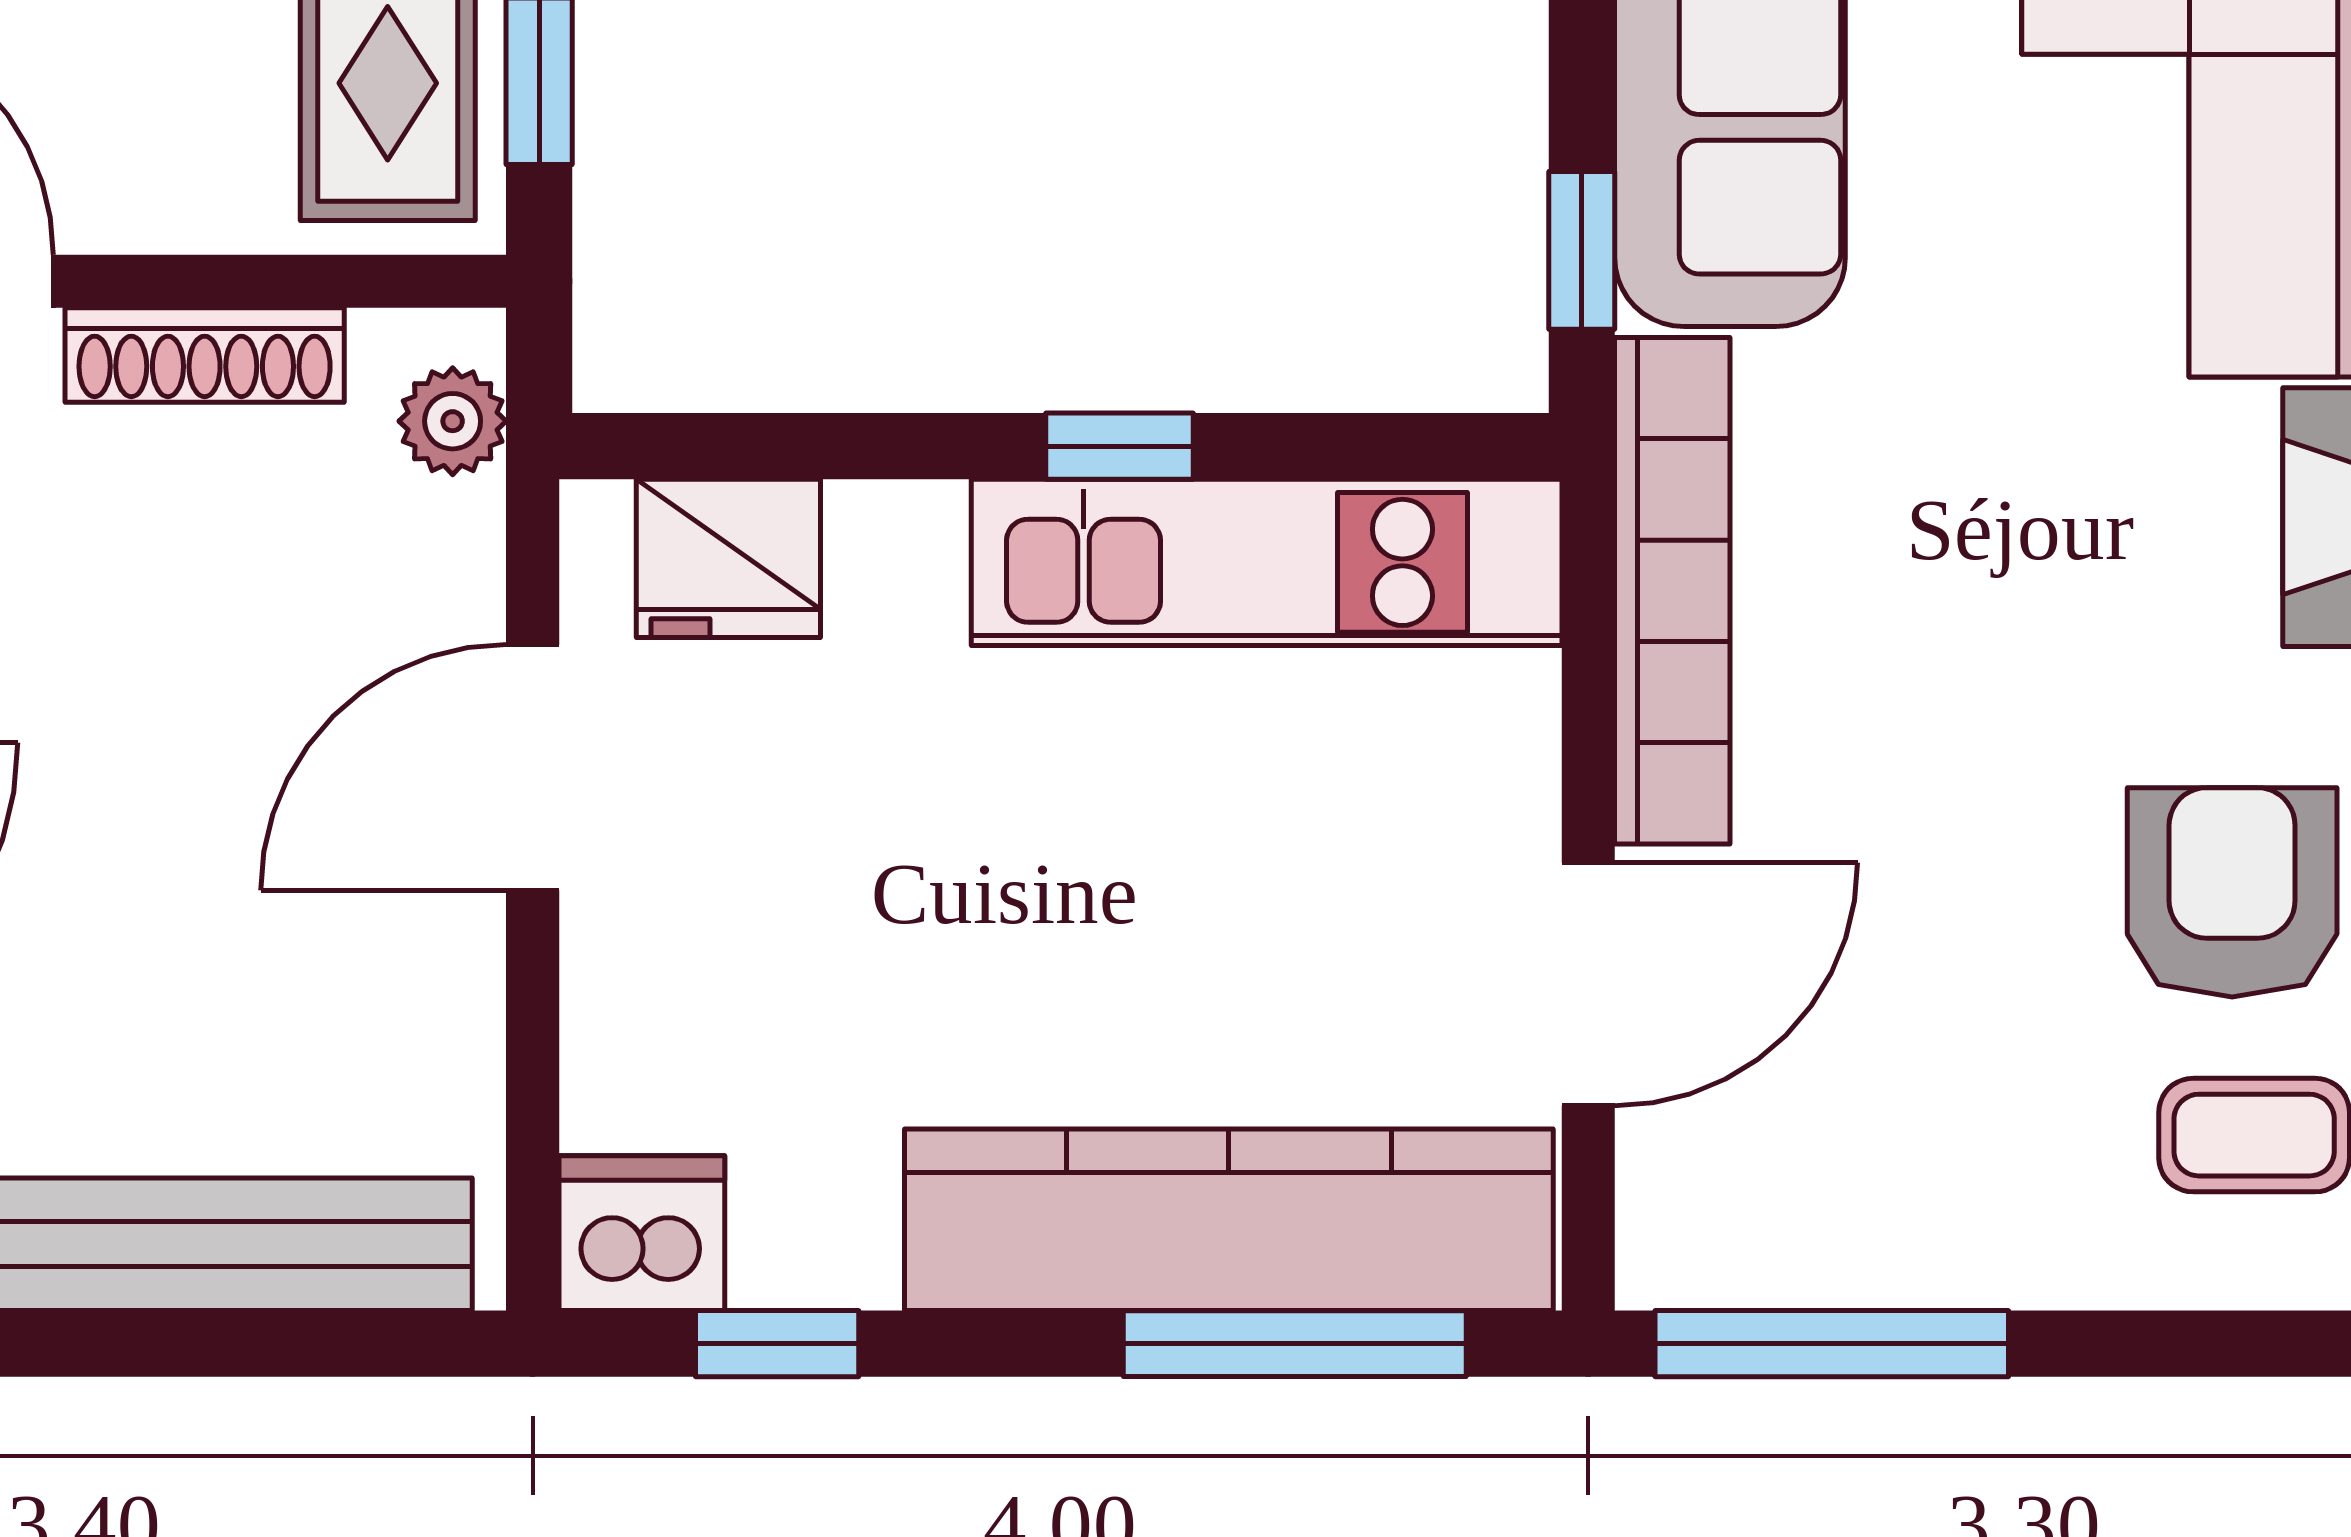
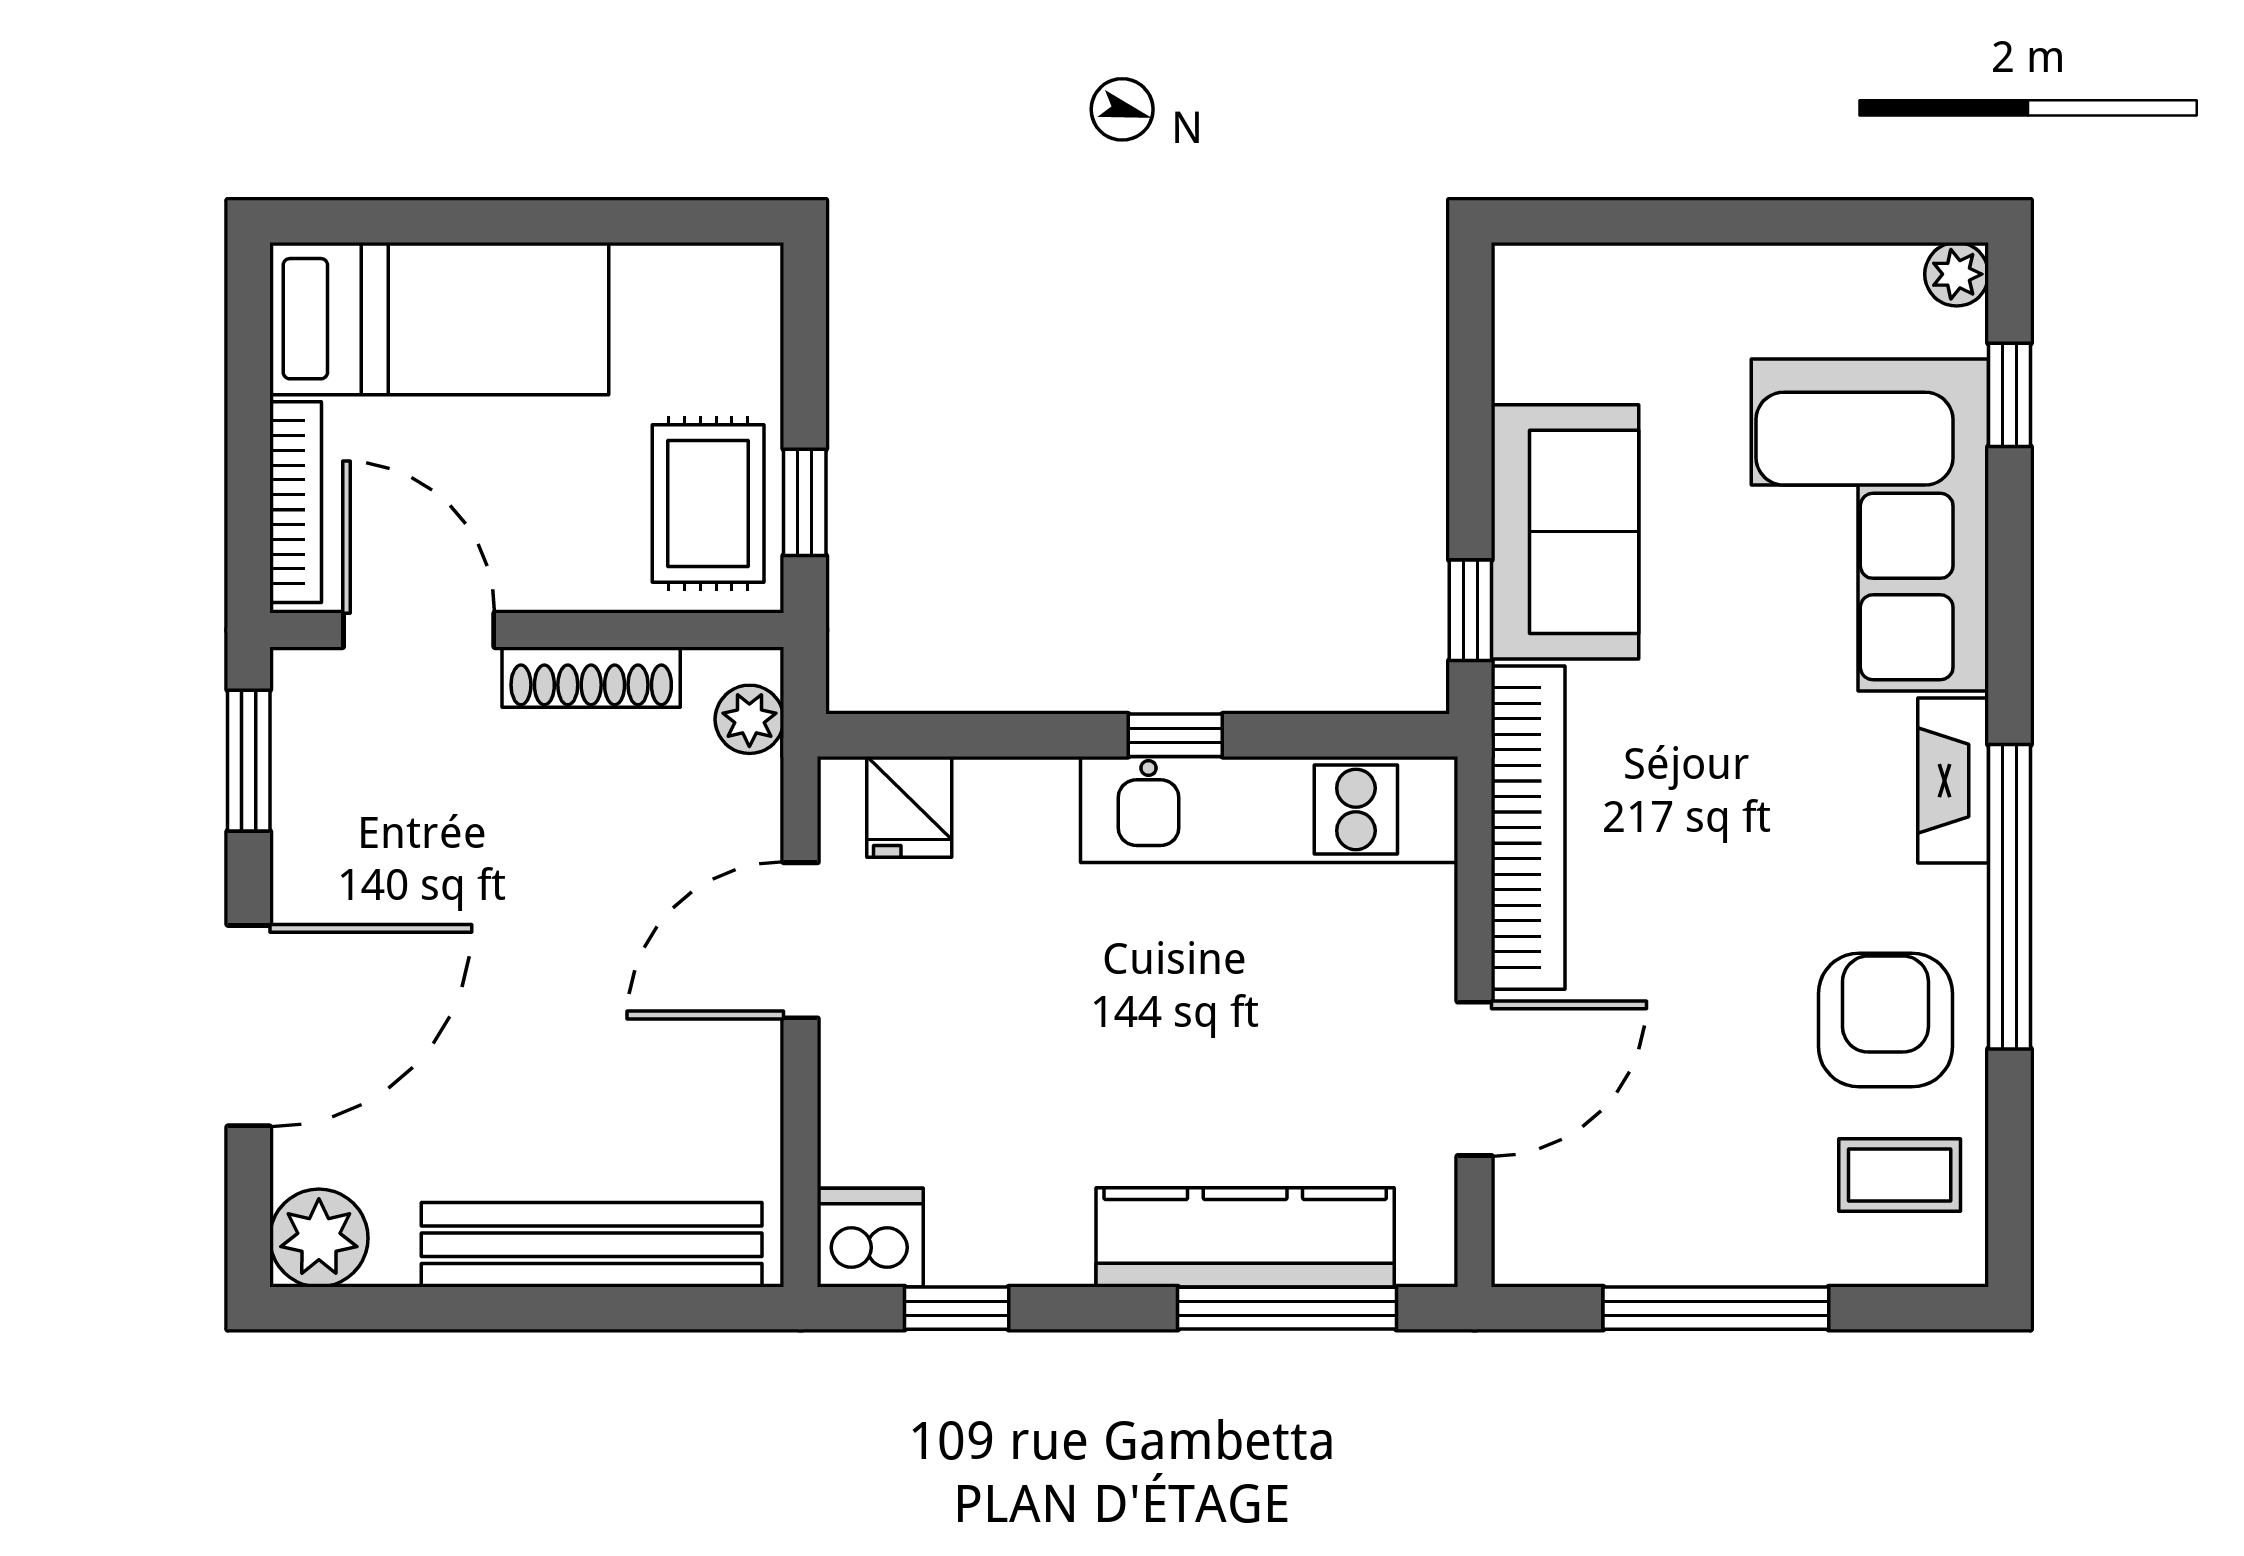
fridge: (728, 558) -> (909, 807), width x0.72
kitchen counter: (1229, 1220) -> (1245, 1237), width x0.72, depth x0.86
window: (1832, 1344) -> (1716, 1308), moved

